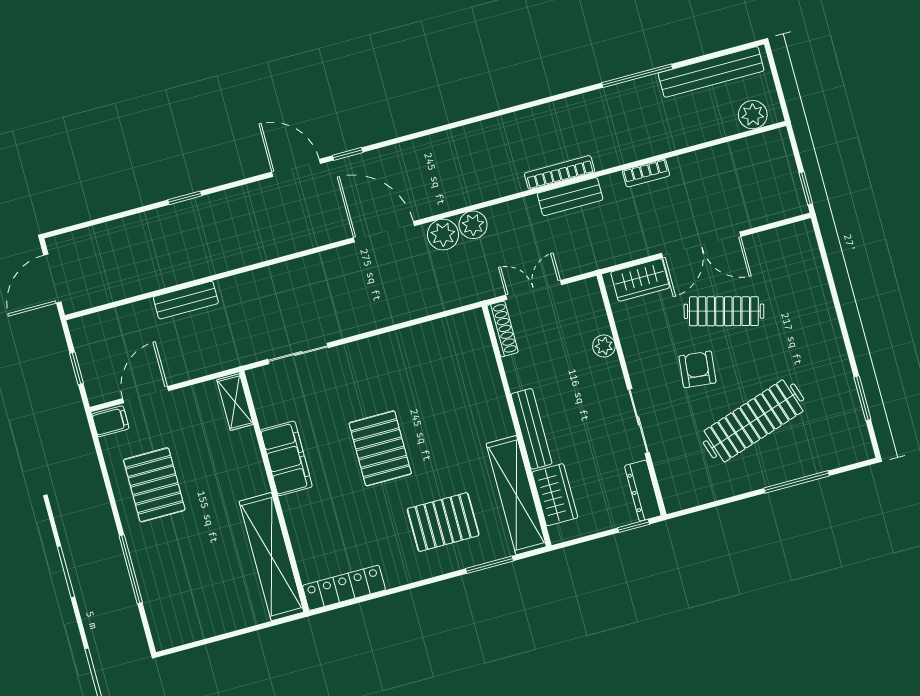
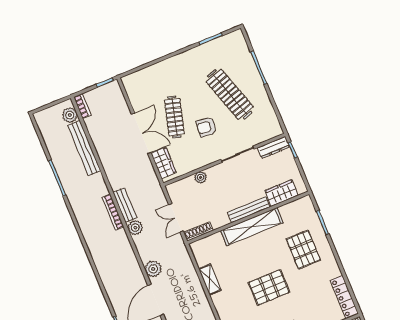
bench: (711, 72) -> (84, 148), moved
bookcase: (646, 173) -> (82, 106), moved
plant: (473, 225) -> (135, 228), moved
shelving: (409, 339) -> (210, 279), added
shelving: (516, 495) -> (252, 227), moved

